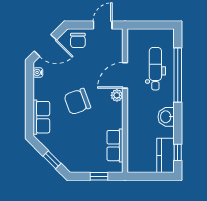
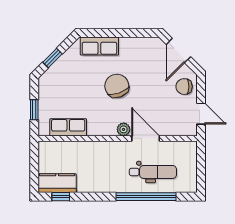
water cooler: (38, 73) -> (149, 42), removed
washbasin: (166, 117) -> (100, 184), removed

